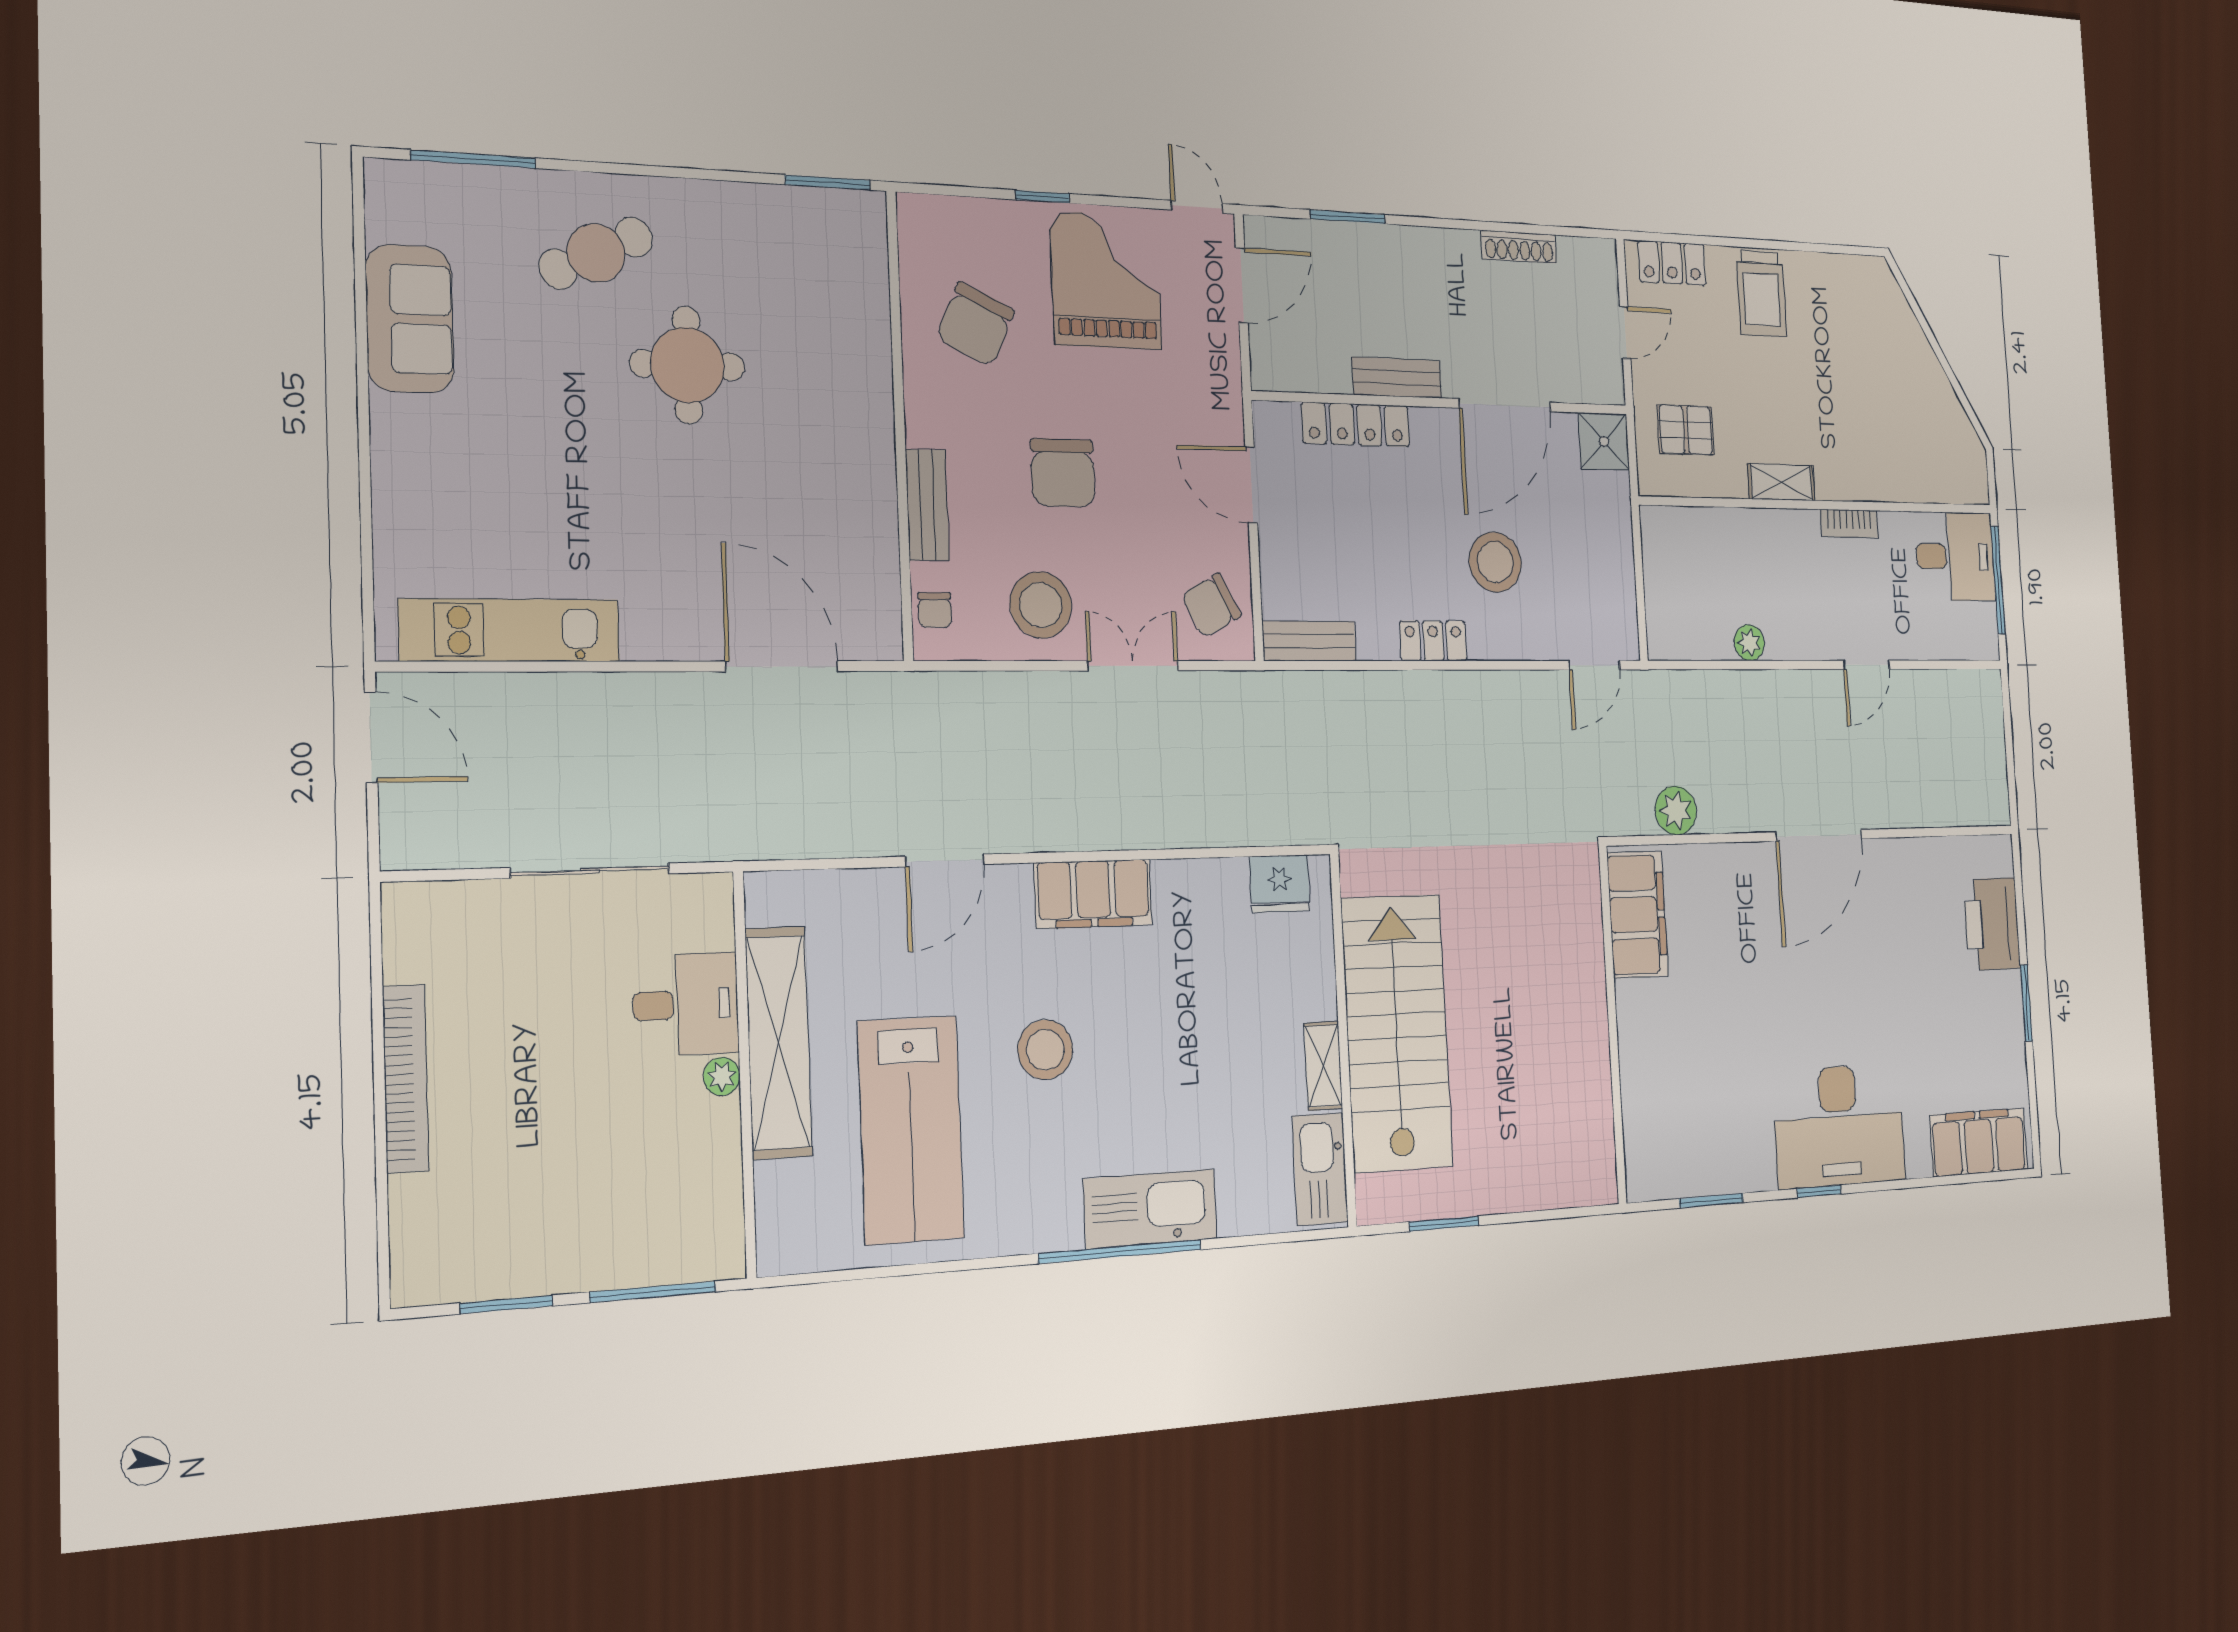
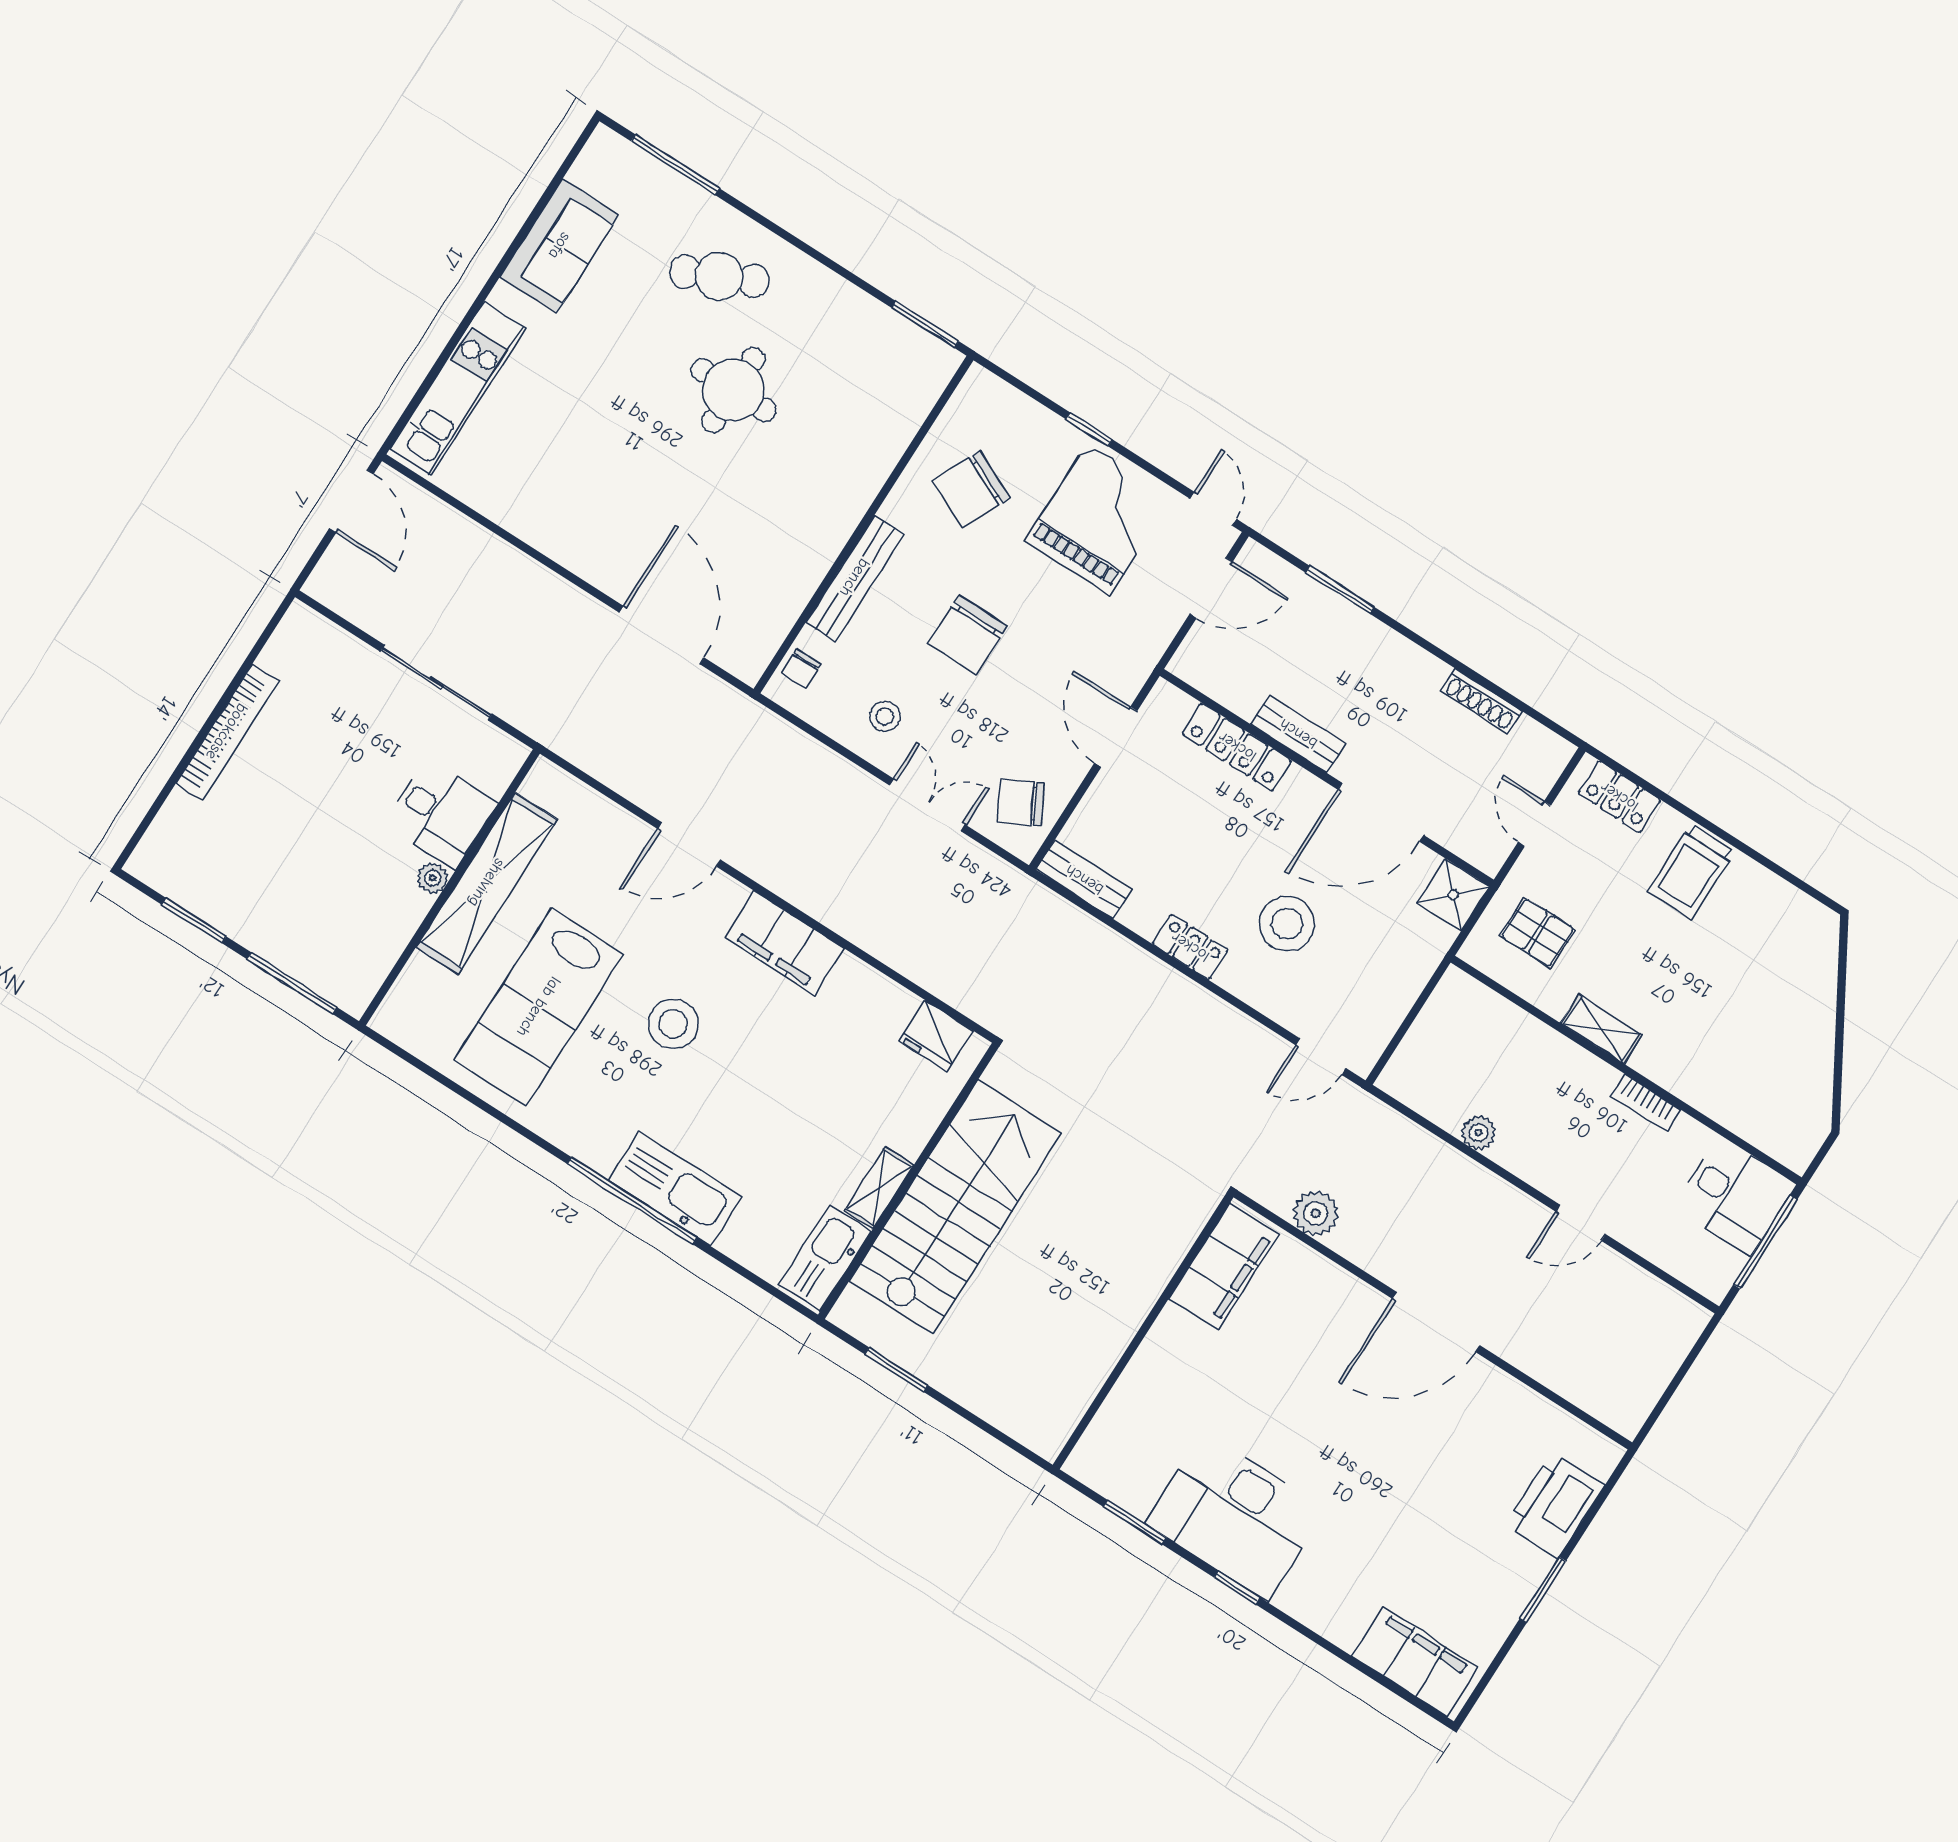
door: (1625, 333) -> (1534, 824), swing flipped
bench: (927, 505) -> (855, 578), width x1.36
stool: (1041, 605) -> (885, 716), width x0.53, depth x0.53
kitchen unit: (510, 630) -> (457, 389), moved, turned 90
desk: (1839, 1126) -> (1236, 1517), moved

